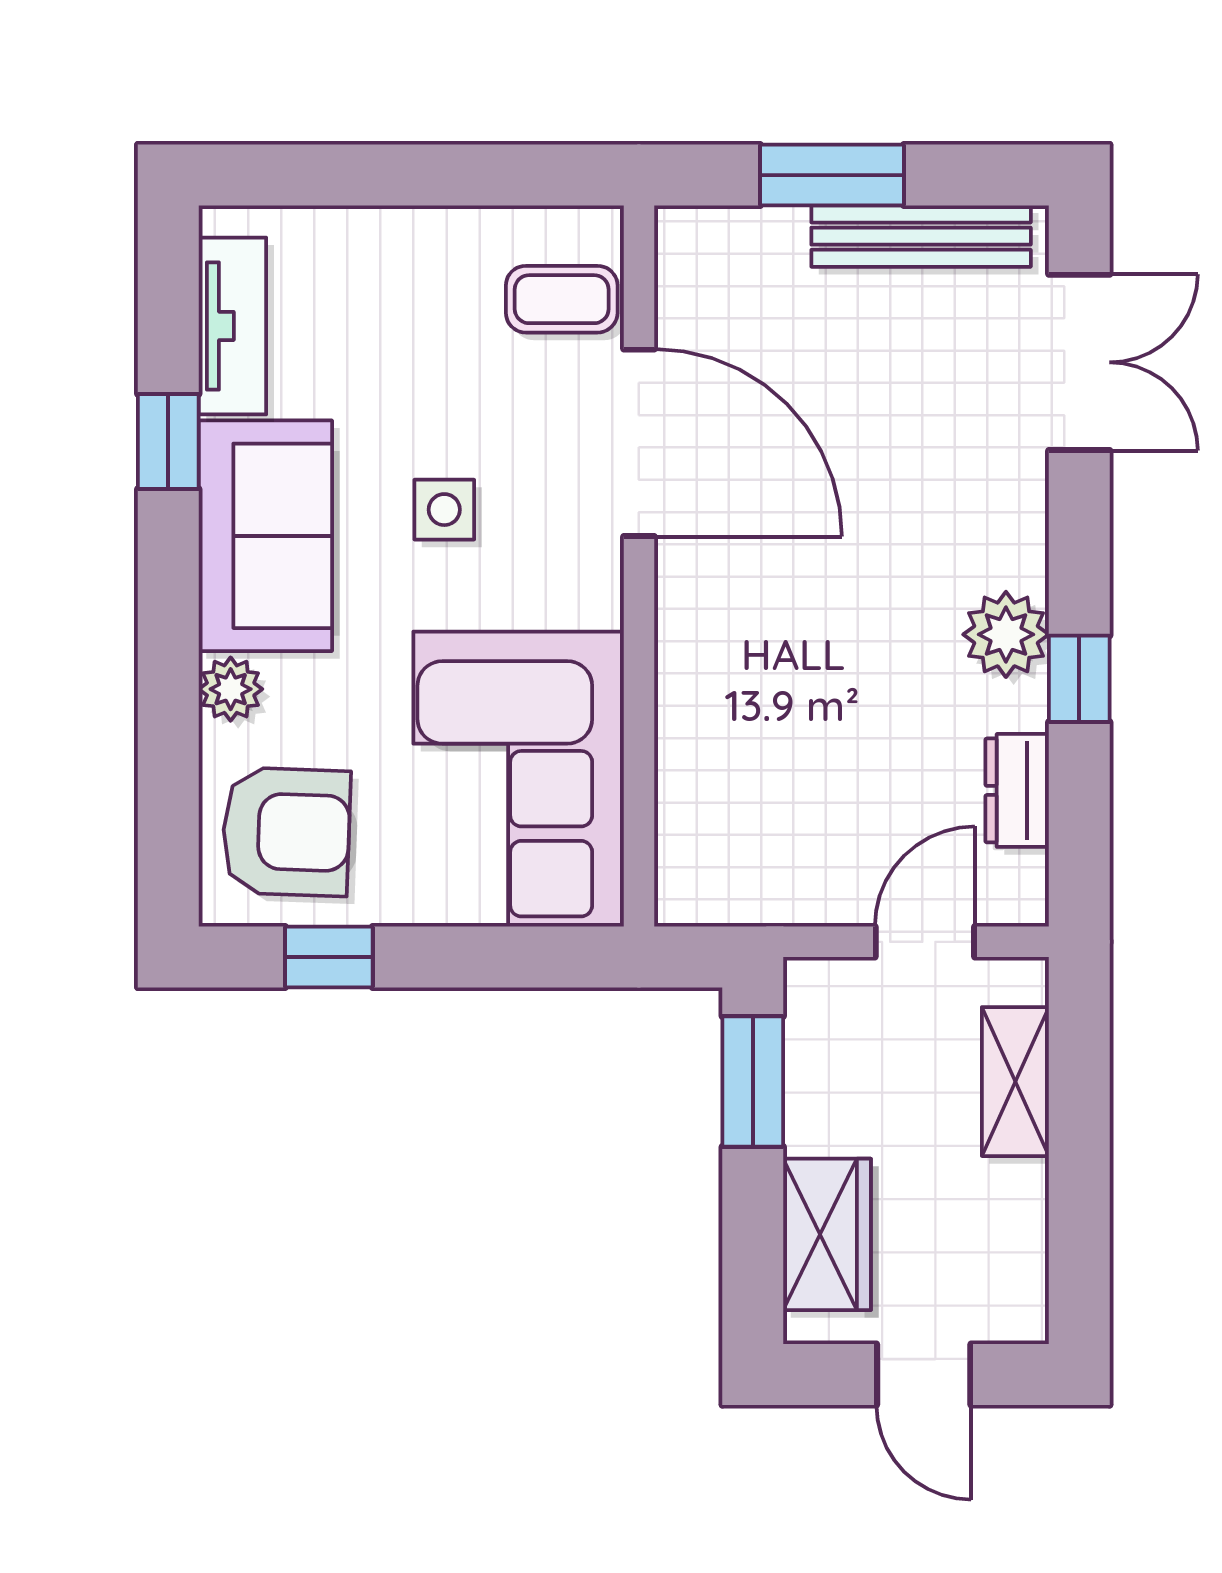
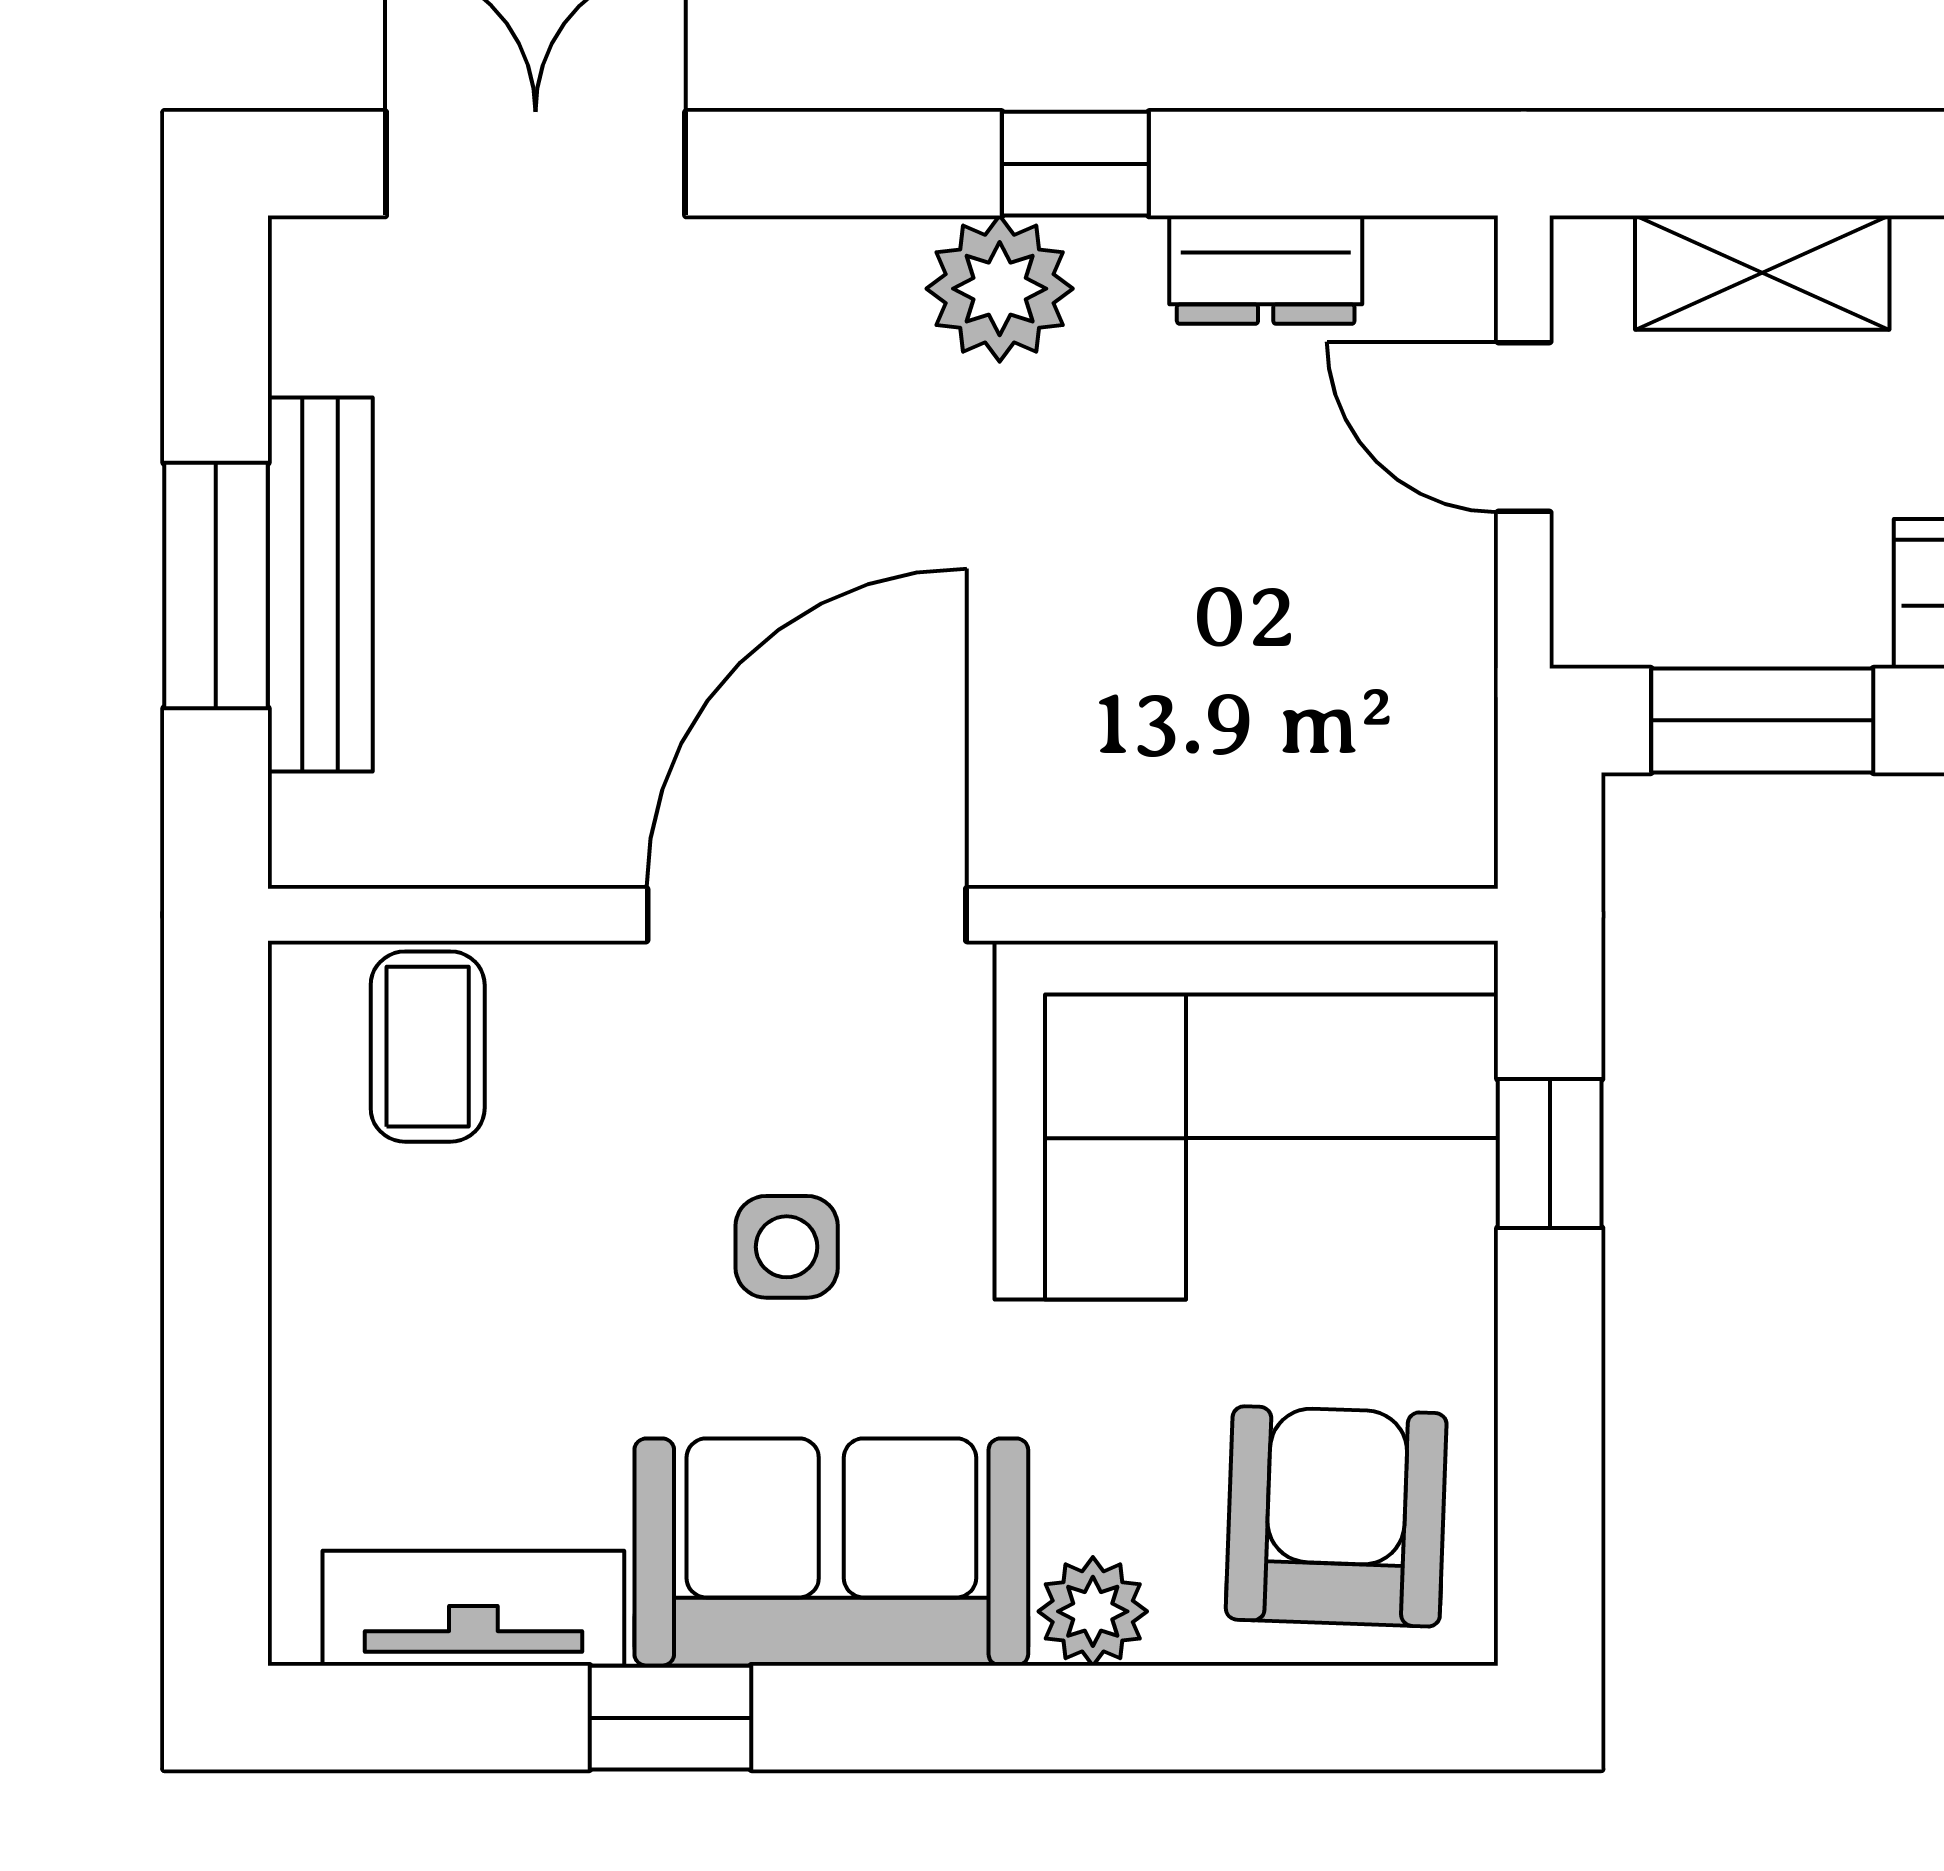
bench: (921, 236) -> (320, 584), moved
door: (639, 443) -> (807, 915), moved
window: (329, 957) -> (1550, 1154), moved

